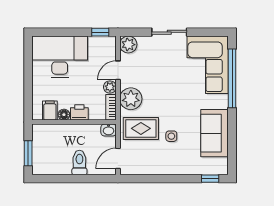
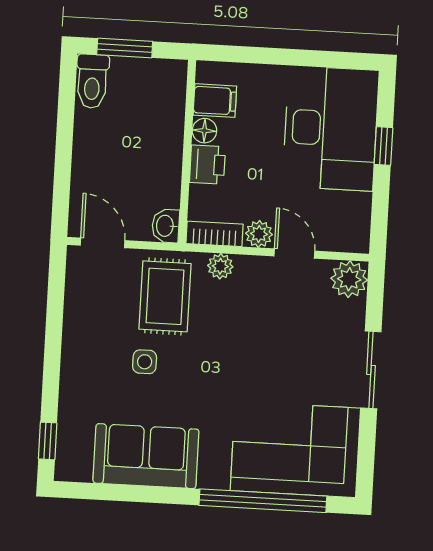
window: (100, 32) -> (383, 146), moved
plant: (131, 99) -> (220, 266), width x0.53, depth x0.53
toilet: (79, 162) -> (92, 81), moved, turned 90

